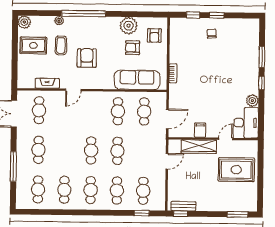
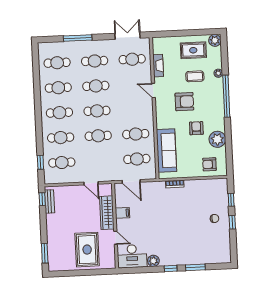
rug: (33, 45) -> (193, 50), turned 90
armchair: (133, 48) -> (196, 128), moved
cafe table: (65, 150) -> (96, 86), added

